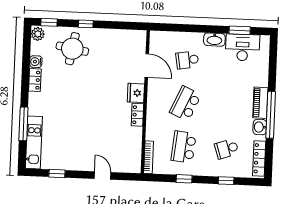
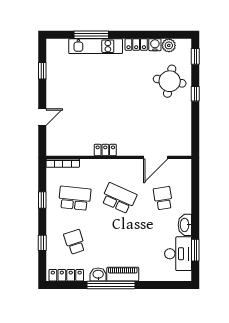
plant: (38, 34) -> (169, 45), moved
fridge: (136, 93) -> (127, 148), removed
kitchen unit: (34, 142) -> (96, 46), moved

